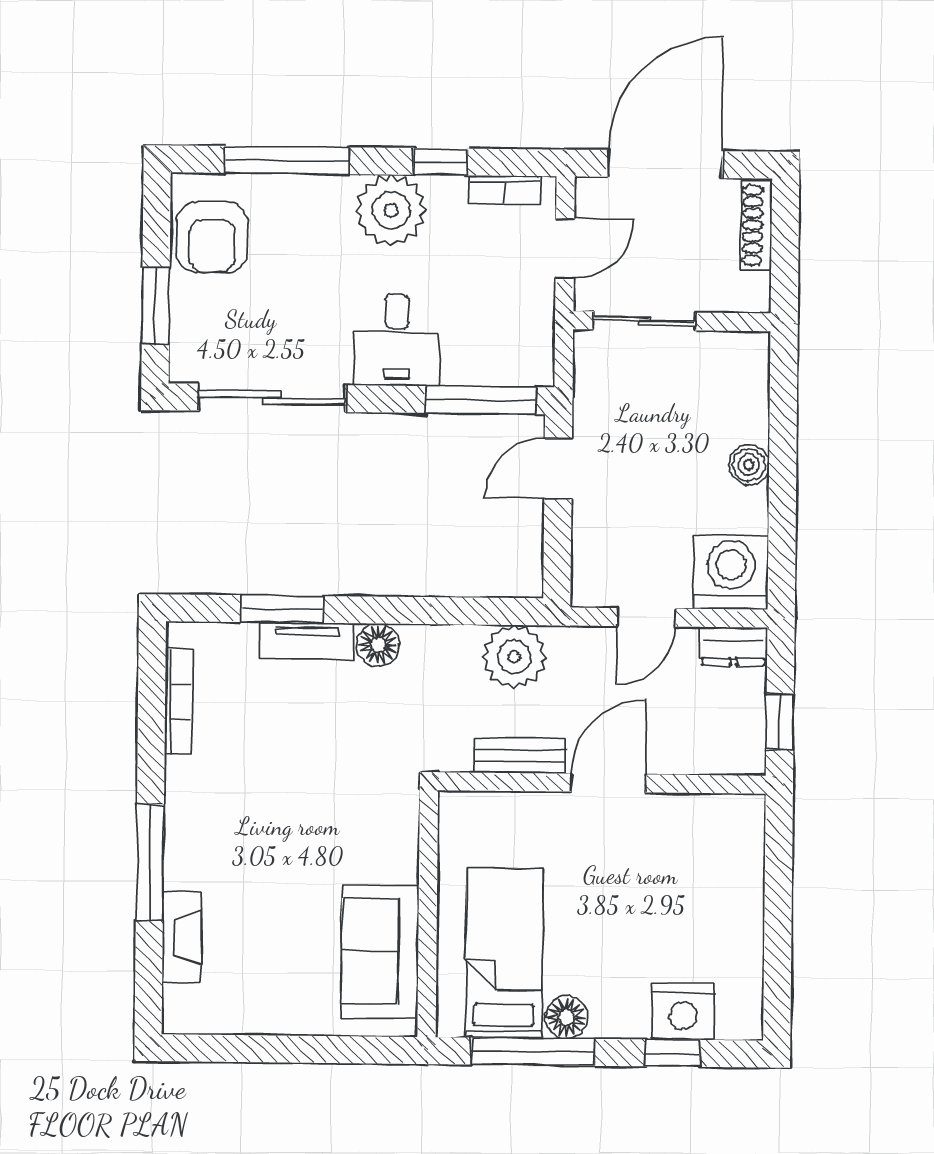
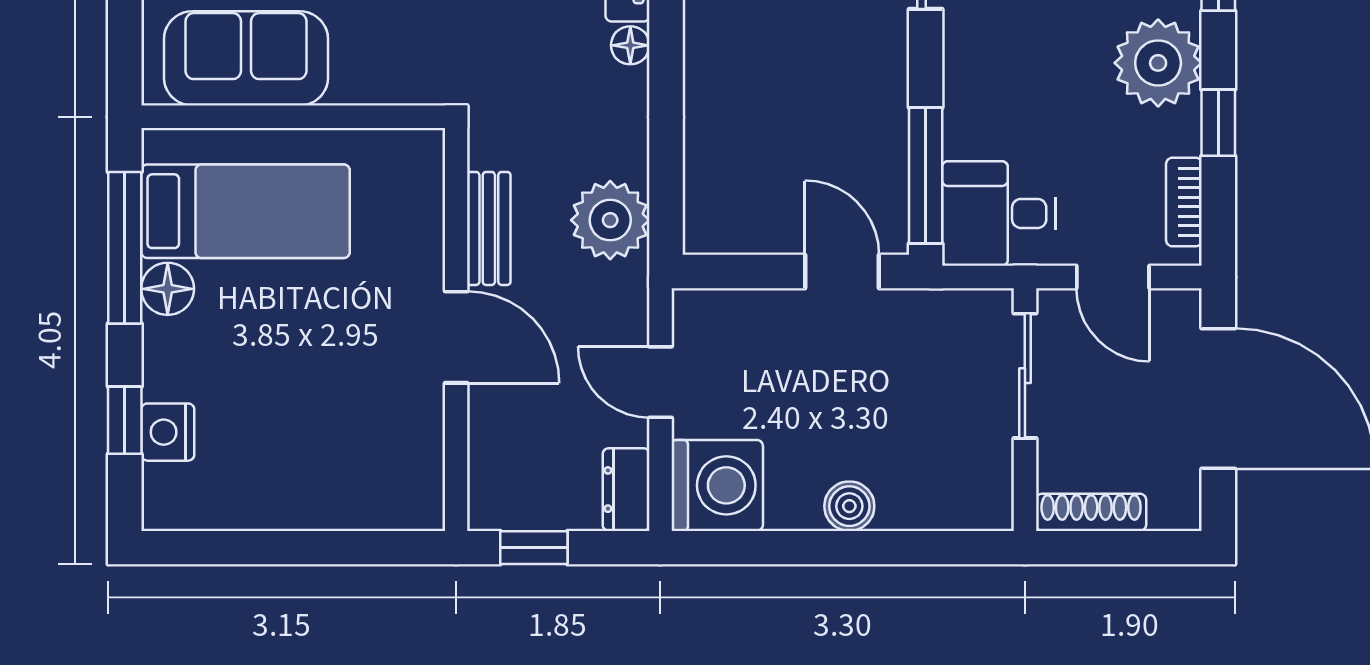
shoe rack: (756, 225) -> (1091, 512), moved
desk: (397, 340) -> (999, 213), moved
floor lamp: (378, 645) -> (630, 45), width x0.73, depth x0.73
nightstand: (683, 1011) -> (168, 432), width x0.74, depth x0.75

